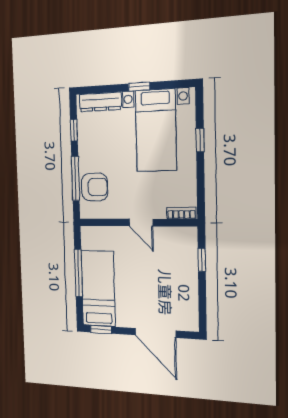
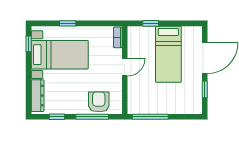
window: (139, 87) -> (29, 44), moved
window: (78, 273) -> (150, 117), moved
bed: (98, 289) -> (168, 54), moved, turned -90
window: (101, 330) -> (205, 89), moved

